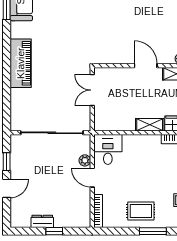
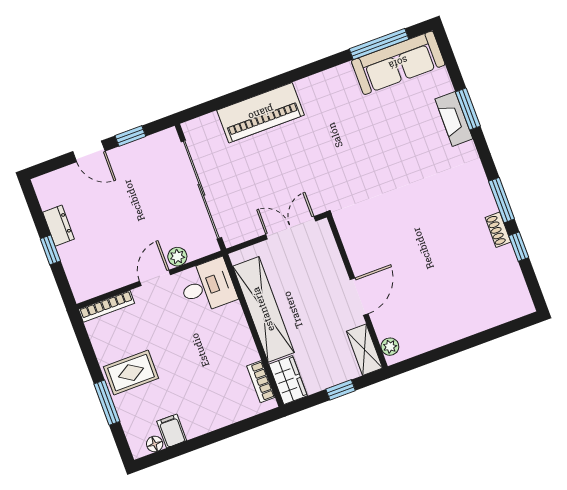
piano: (21, 63) -> (261, 113), moved
shelving: (150, 125) -> (263, 309), width x2.20, depth x1.33
rug: (141, 211) -> (131, 373), turned 90

